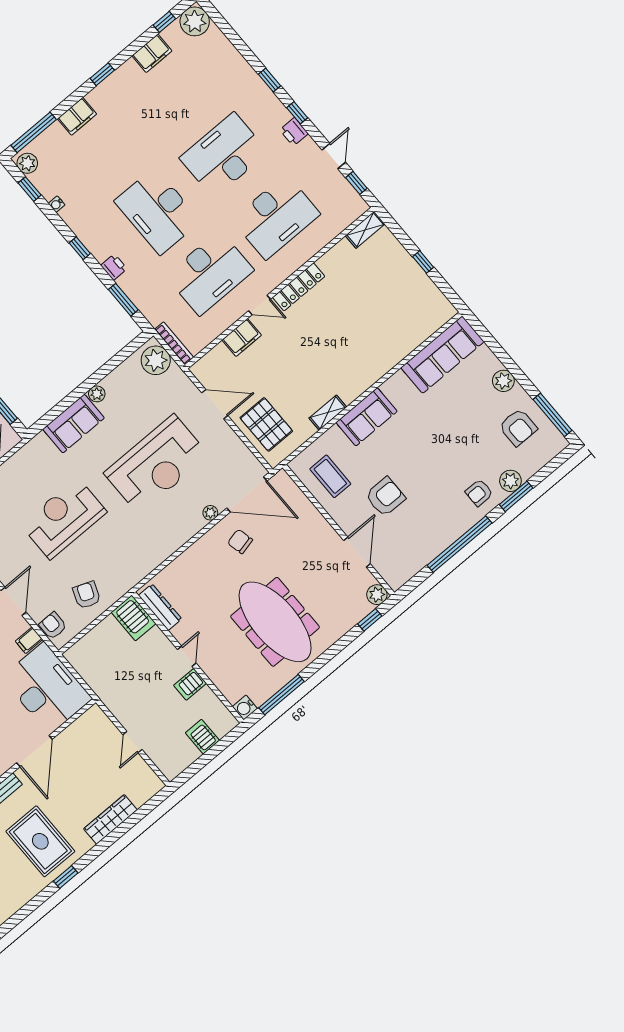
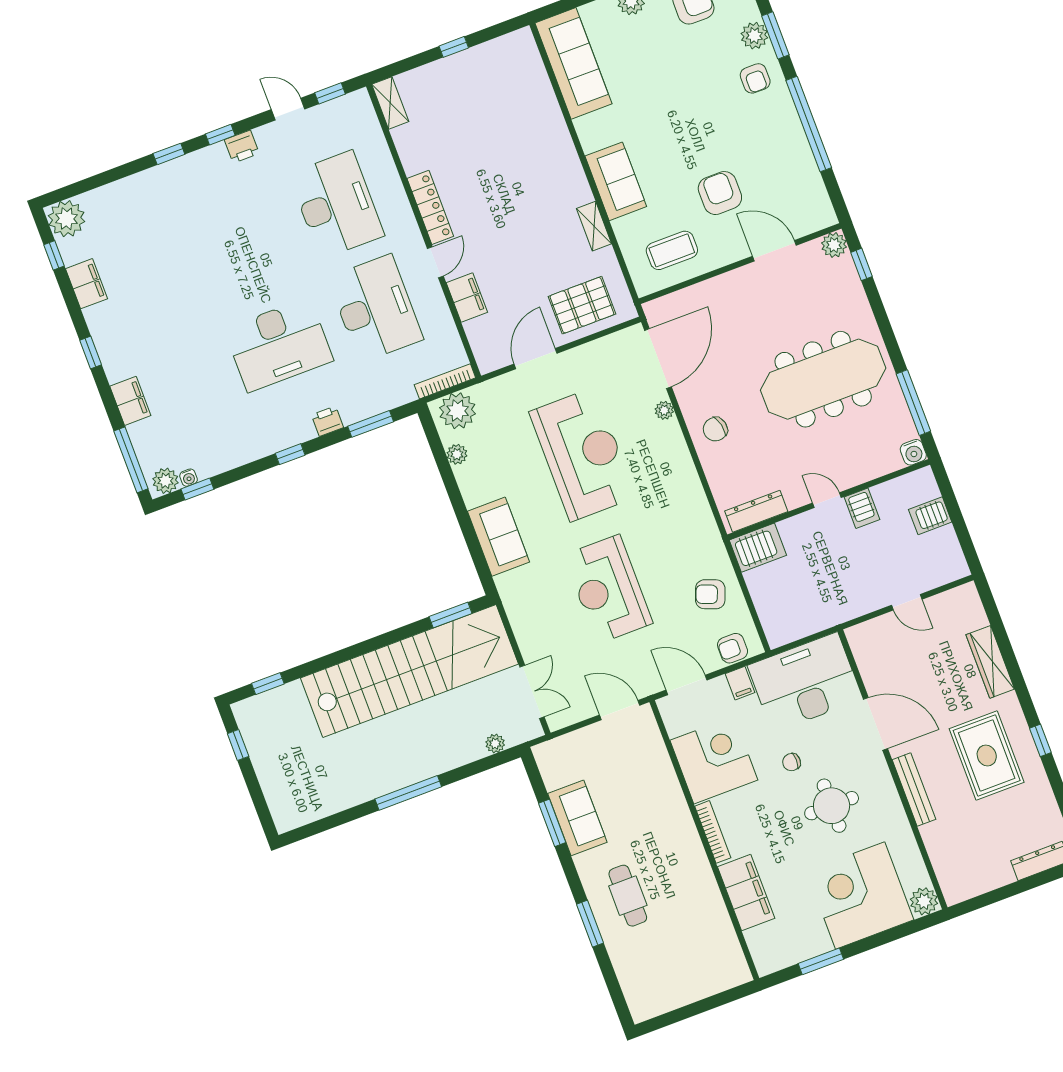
desk: (224, 155) -> (240, 241), removed
water cooler: (57, 204) -> (189, 478), moved
plant: (97, 394) -> (457, 454), moved
chair: (240, 541) -> (715, 429), moved
rug: (40, 841) -> (987, 756), turned 90

